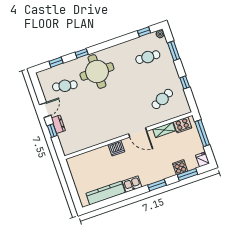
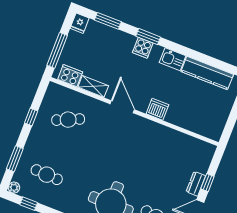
cooker: (180, 167) -> (143, 48), moved

